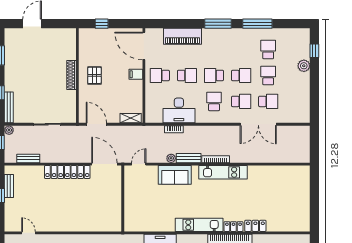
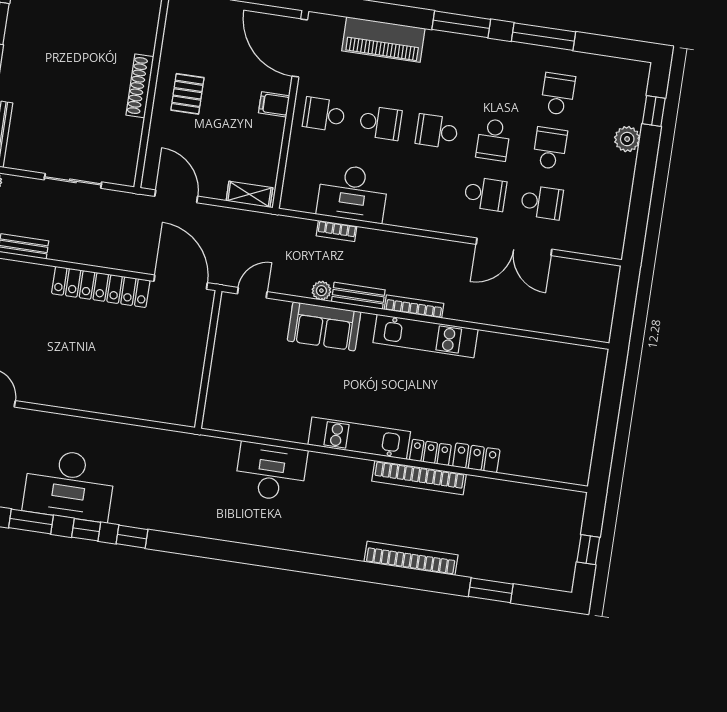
school desk: (241, 75) -> (493, 140), turned 90
school desk: (214, 101) -> (429, 185), removed

